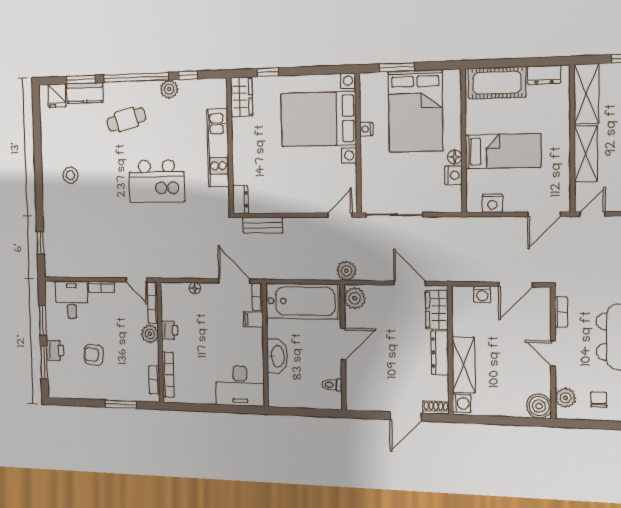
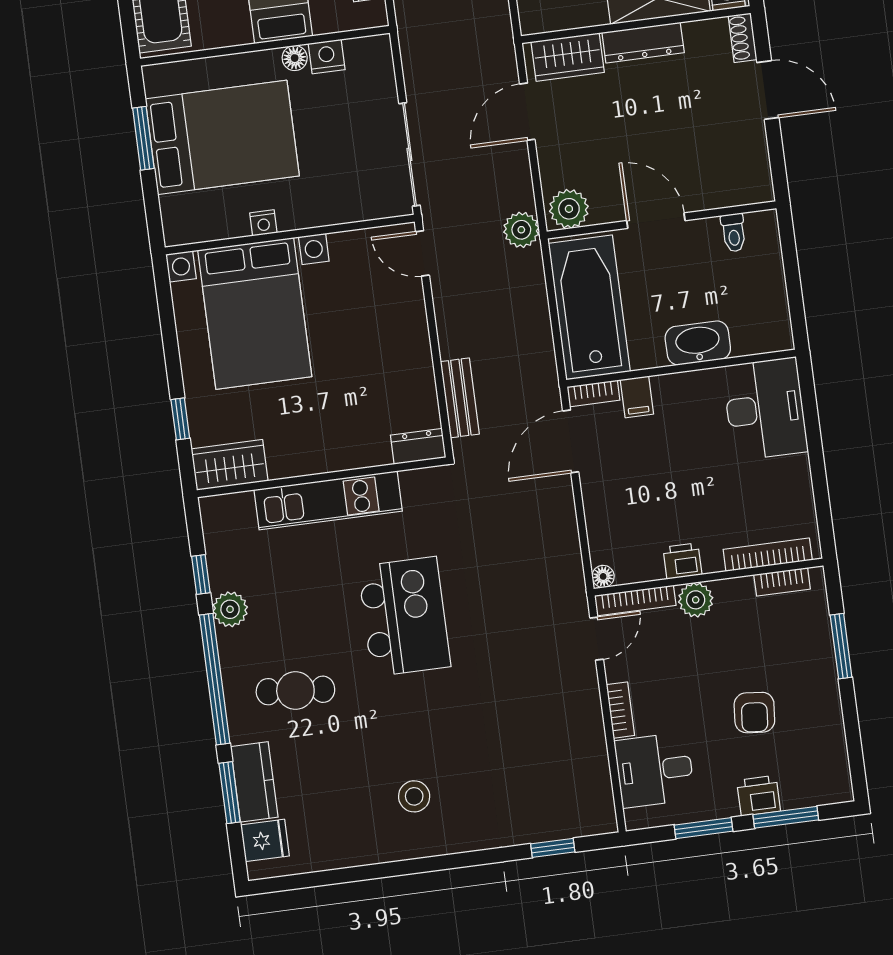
window: (397, 67) -> (143, 138), moved
cafe table: (126, 120) -> (295, 690), turned -70
floor lamp: (195, 288) -> (603, 576), moved

